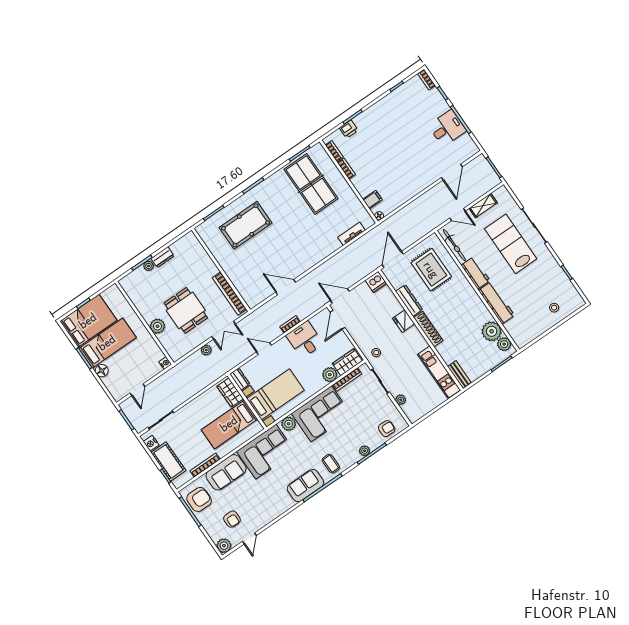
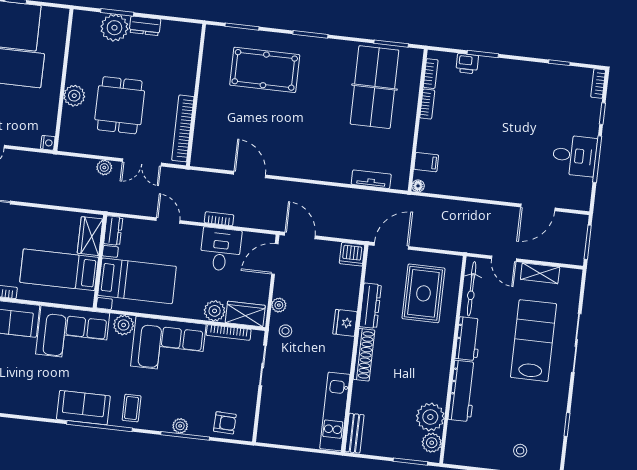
plant: (149, 266) -> (114, 28), width x1.88, depth x1.88
plant: (401, 400) -> (279, 305), moved

